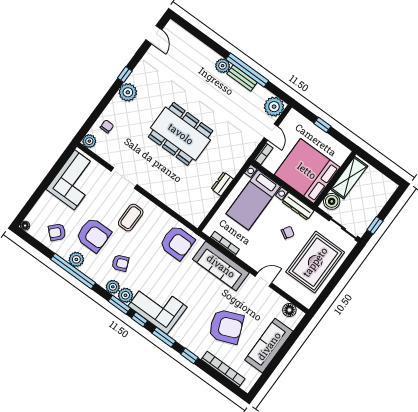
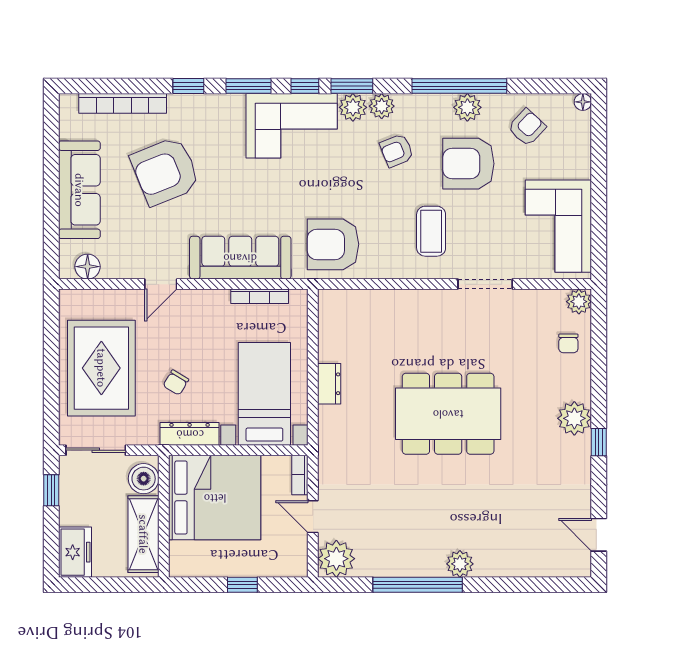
bench: (242, 78) -> (417, 567), removed
freezer: (384, 191) -> (75, 552), added

